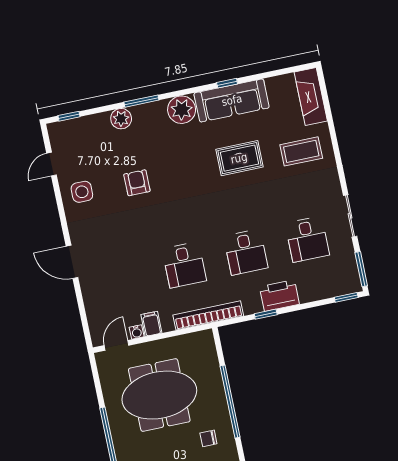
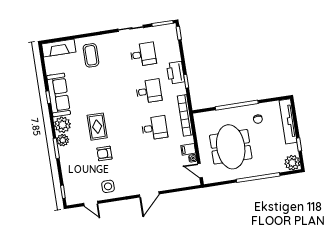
plant: (121, 119) -> (63, 140), moved
rug: (239, 158) -> (97, 127), moved

